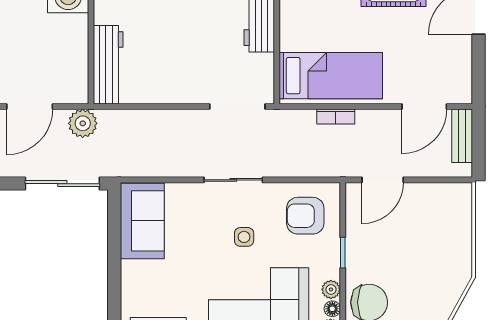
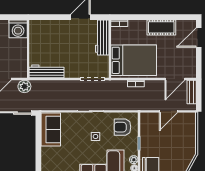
workbench: (108, 65) -> (46, 71), moved, turned -90
bed: (331, 76) -> (134, 60), width x1.50
door: (383, 180) -> (169, 111), moved

